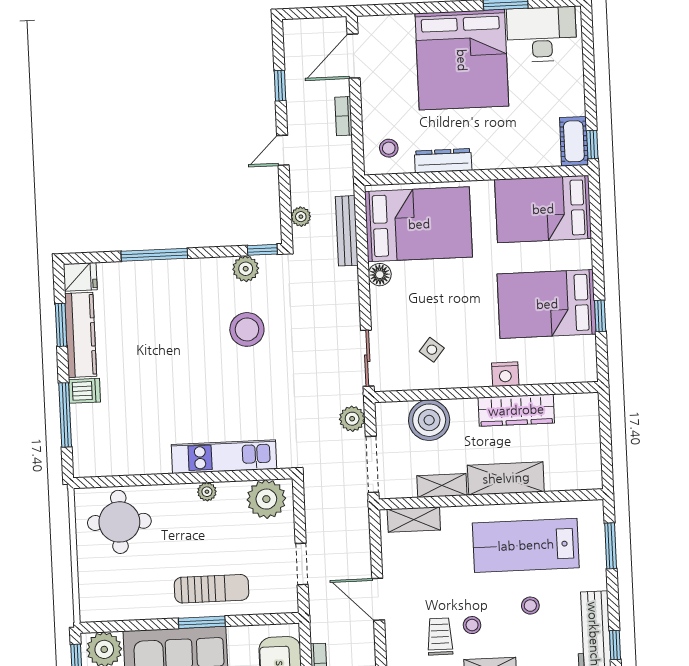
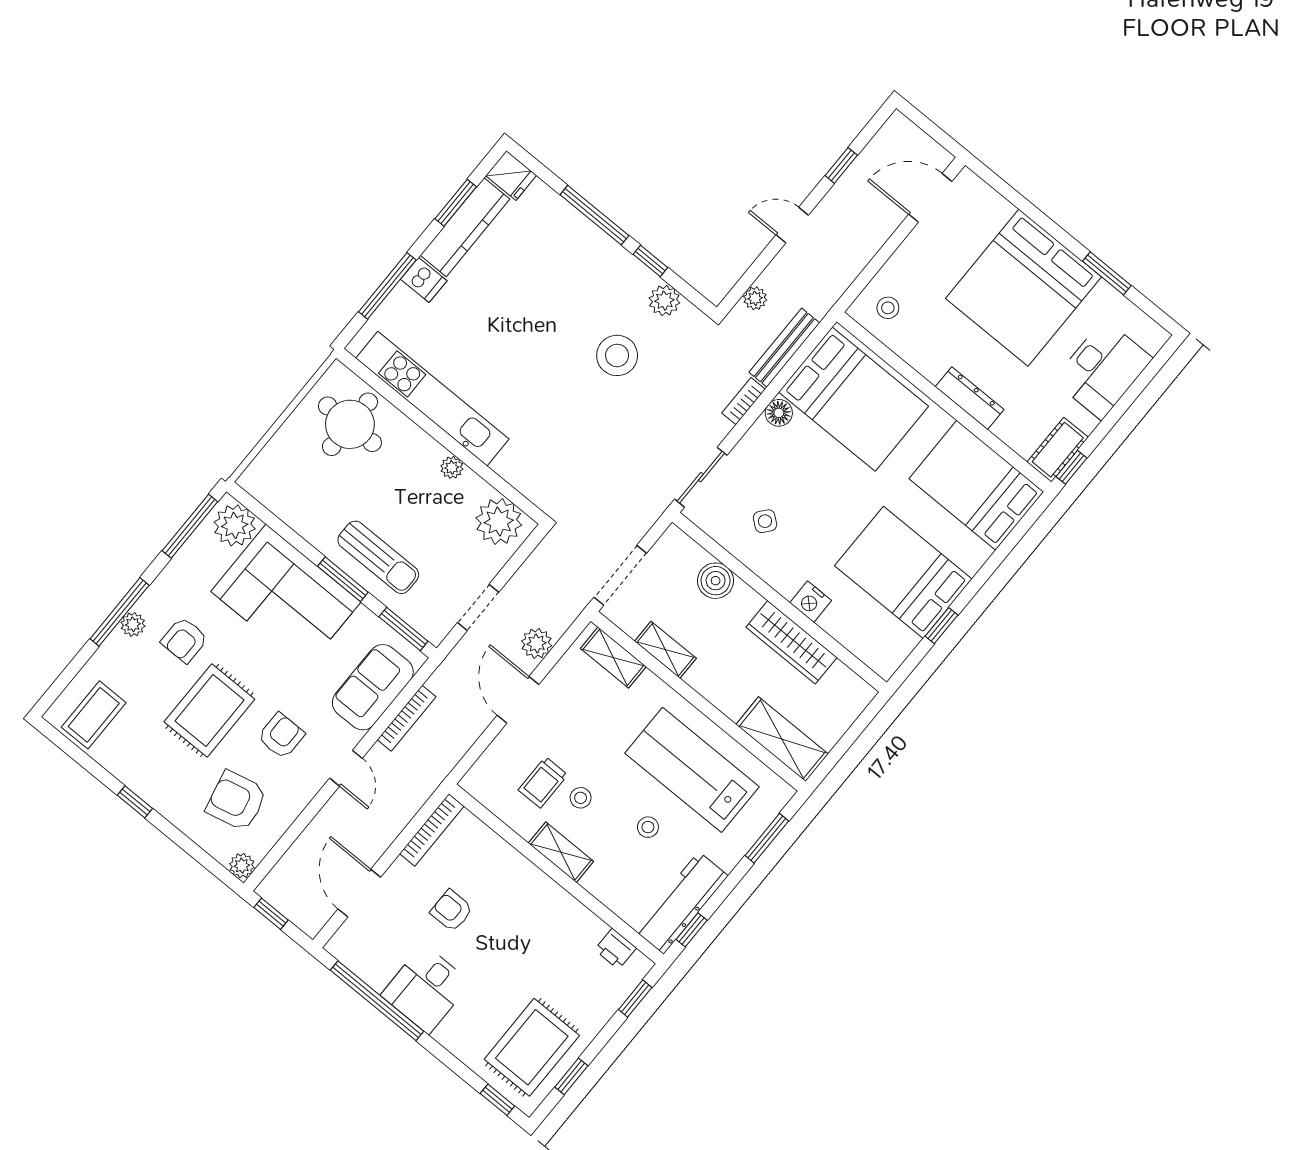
desk: (542, 34) -> (1103, 369), moved, turned 90
bookcase: (344, 116) -> (744, 401), moved
dresser: (443, 161) -> (970, 398), moved
window: (262, 250) -> (650, 261), moved
plant: (352, 419) -> (537, 643), moved
boiler: (429, 420) -> (716, 581), width x0.73, depth x0.73
kitchen unit: (224, 457) -> (432, 399), moved, width x1.36
shelving: (506, 478) -> (782, 739), moved
window: (267, 619) -> (403, 629), added
trolley: (440, 637) -> (543, 782), turned 180

